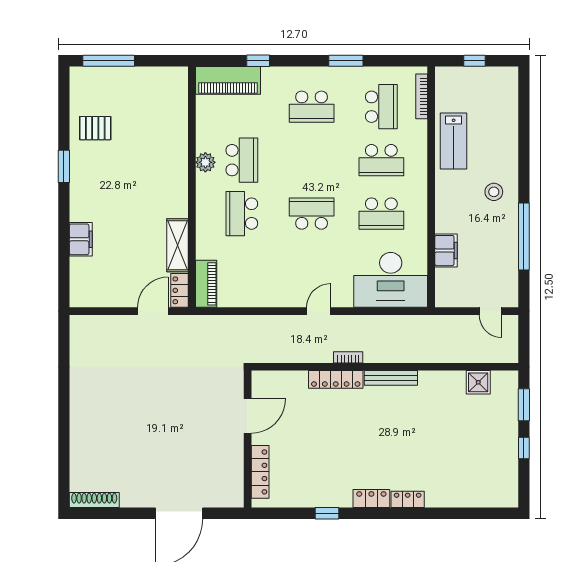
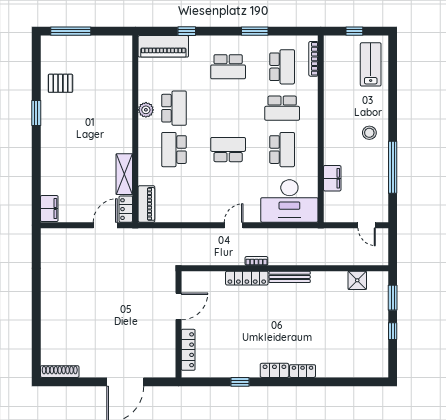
lab bench: (454, 141) -> (371, 64), moved, turned 180
school desk: (381, 214) -> (282, 150), turned -90
filing cabinet: (81, 239) -> (49, 209), moved

